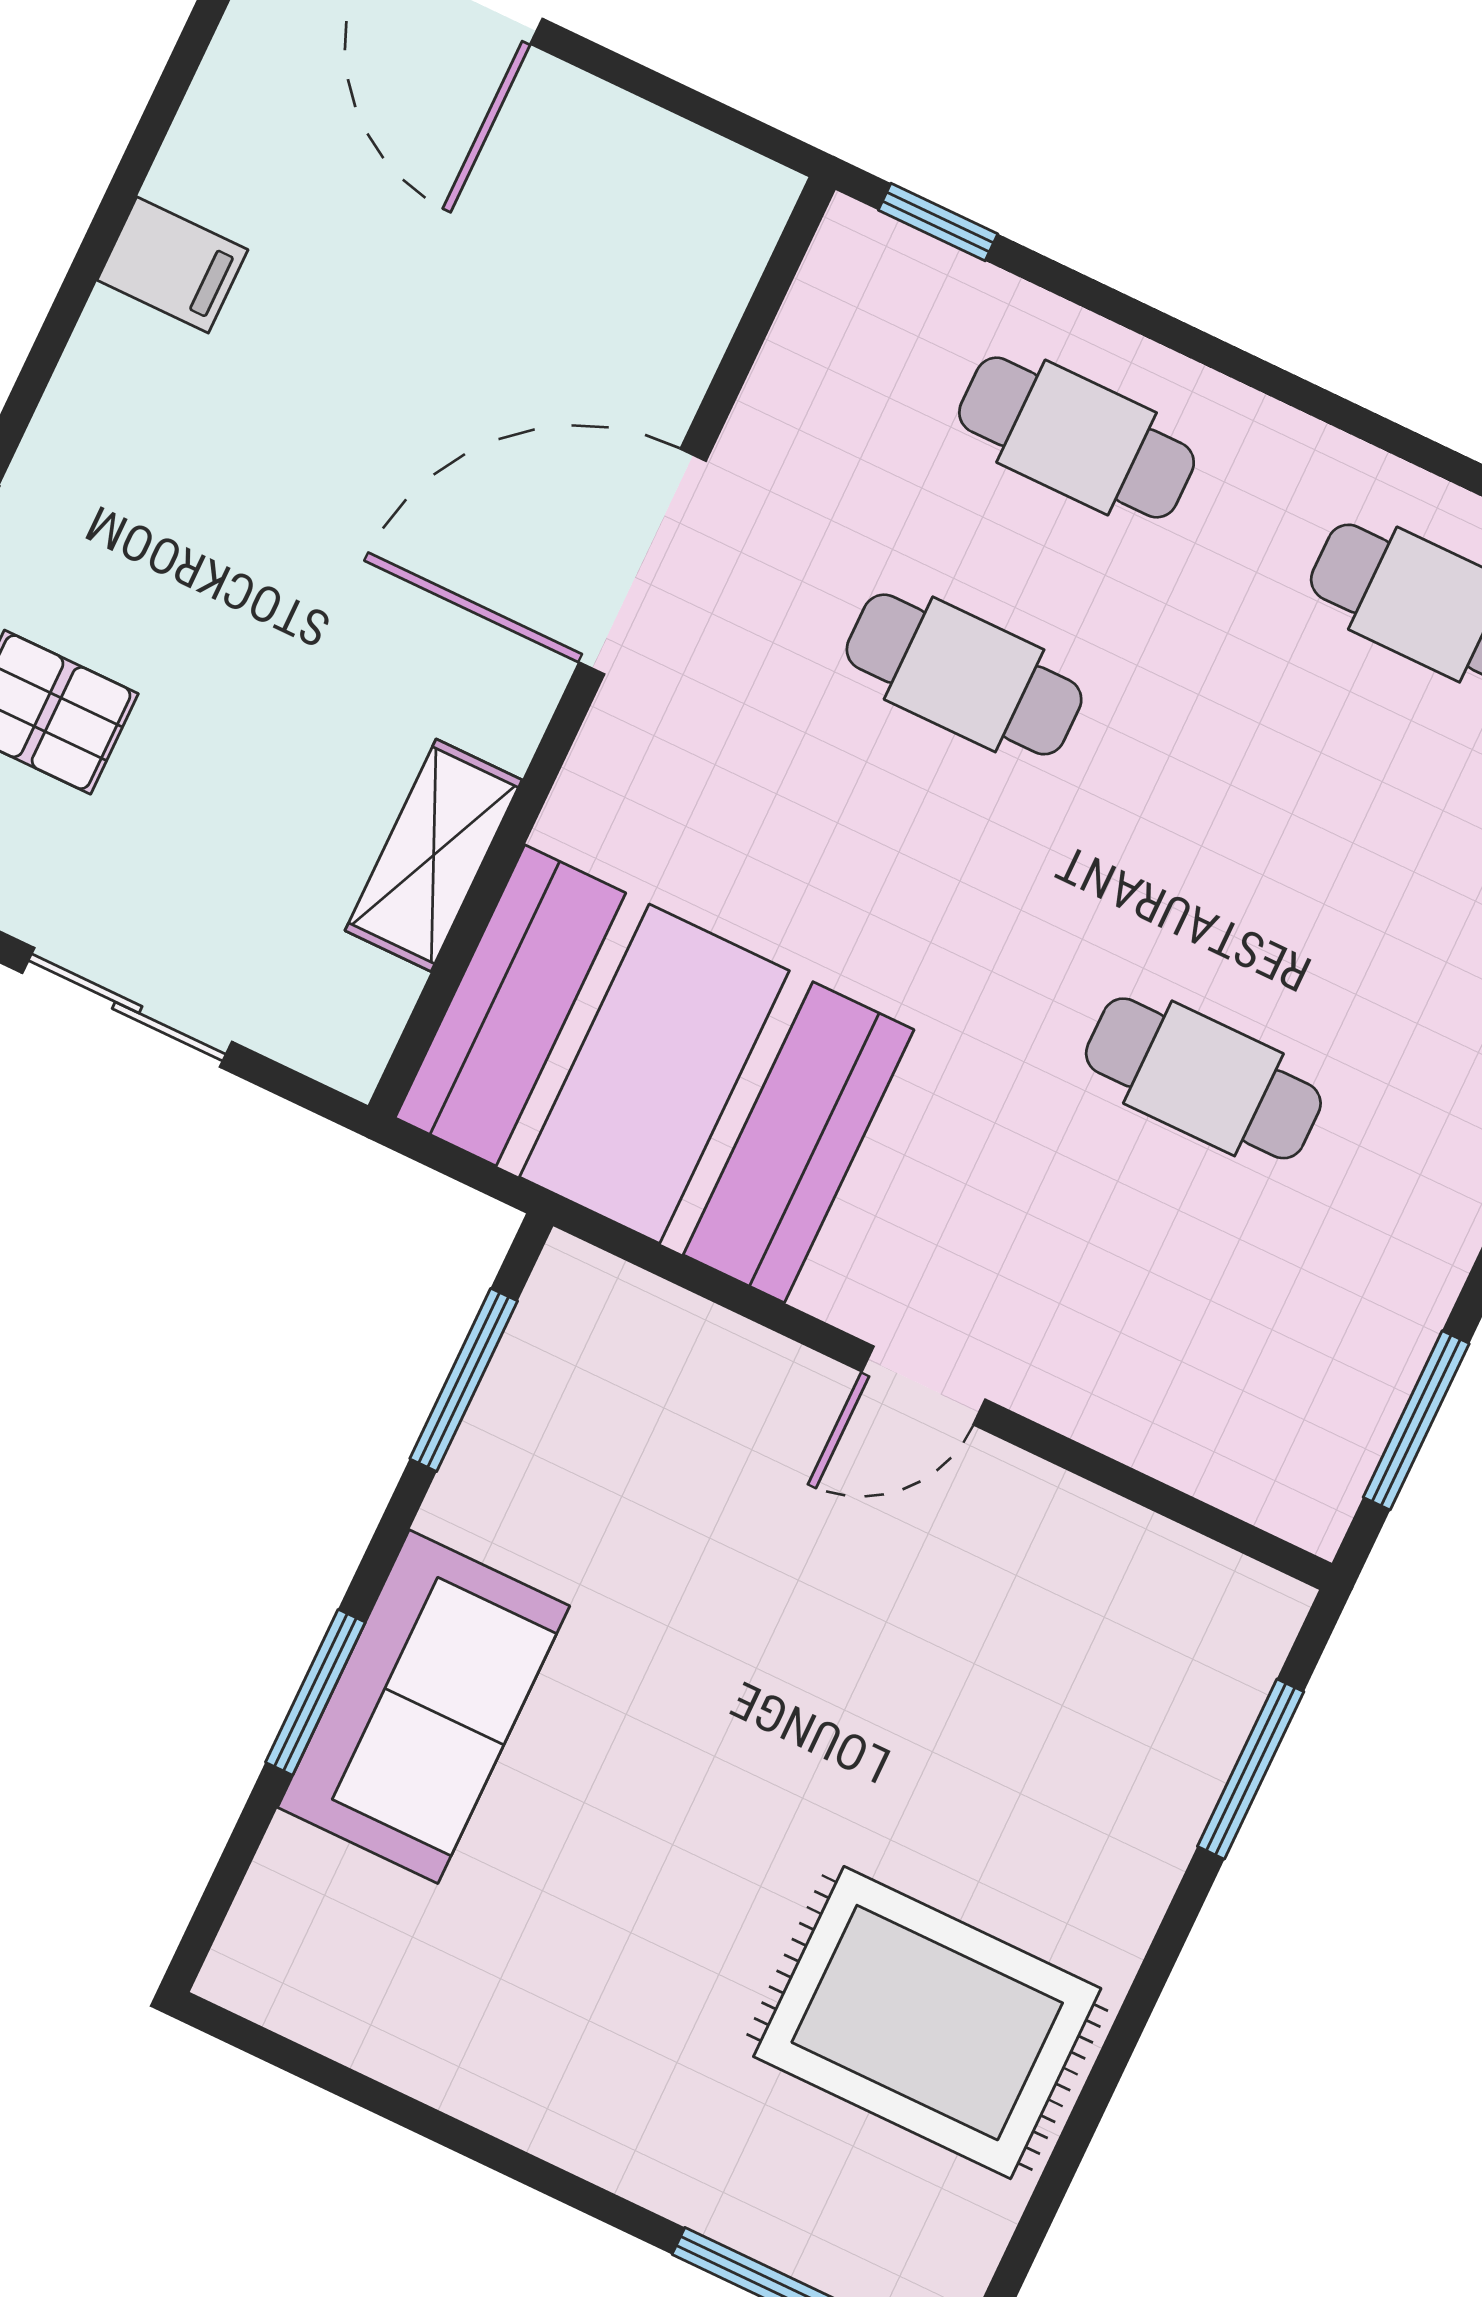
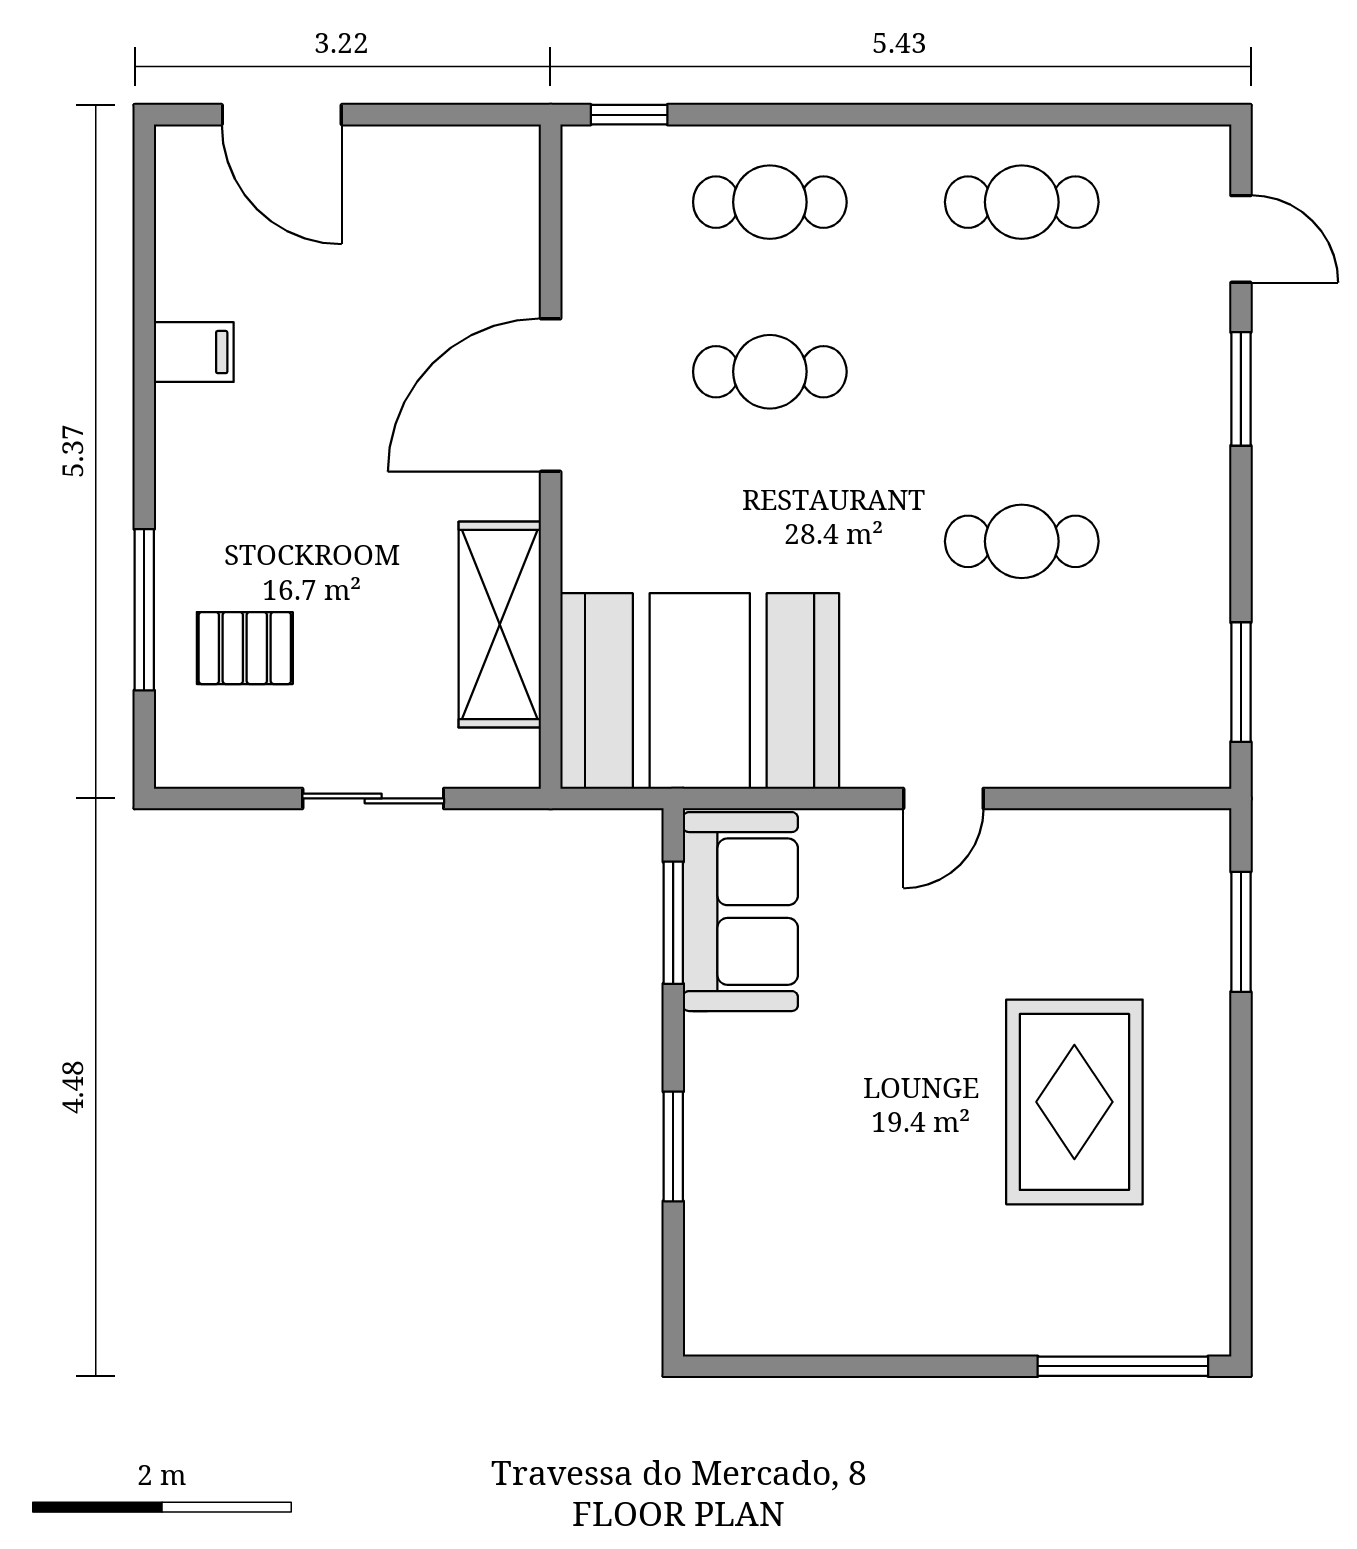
shelving: (434, 855) -> (500, 625), width x1.50, depth x1.33
sofa: (424, 1707) -> (740, 912), moved
rug: (927, 2023) -> (1074, 1102), moved, turned 90

